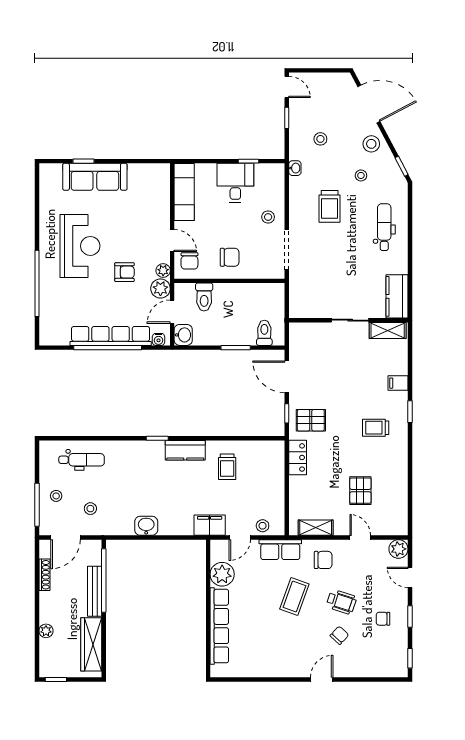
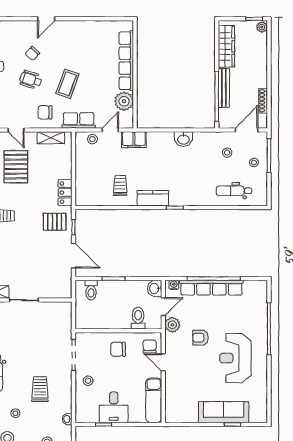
plant: (163, 271) -> (170, 339), removed
pallet: (360, 491) -> (16, 167), width x1.50, depth x1.42
plant: (46, 631) -> (262, 27), moved

